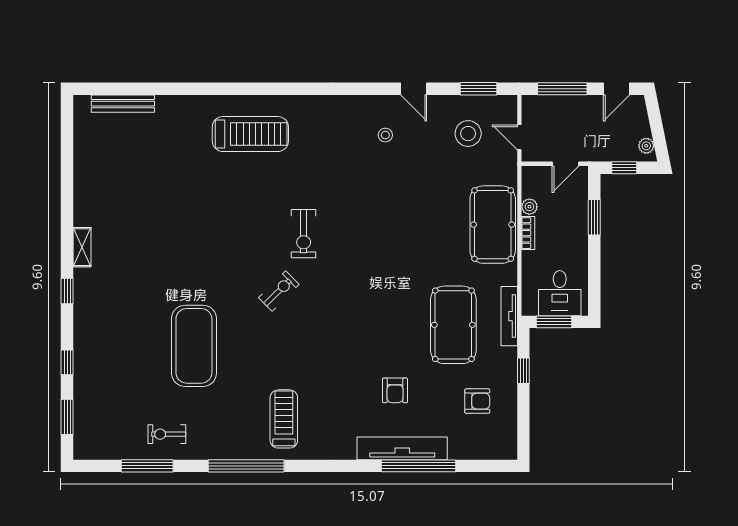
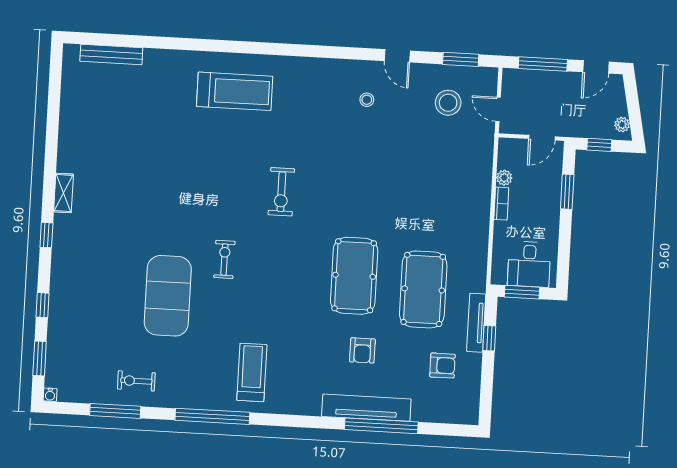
pool table: (493, 225) -> (354, 276), moved
exercise bike: (279, 291) -> (224, 259), moved, turned -45
tv unit: (509, 316) -> (476, 323), moved
water cooler: (80, 453) -> (50, 395), added

